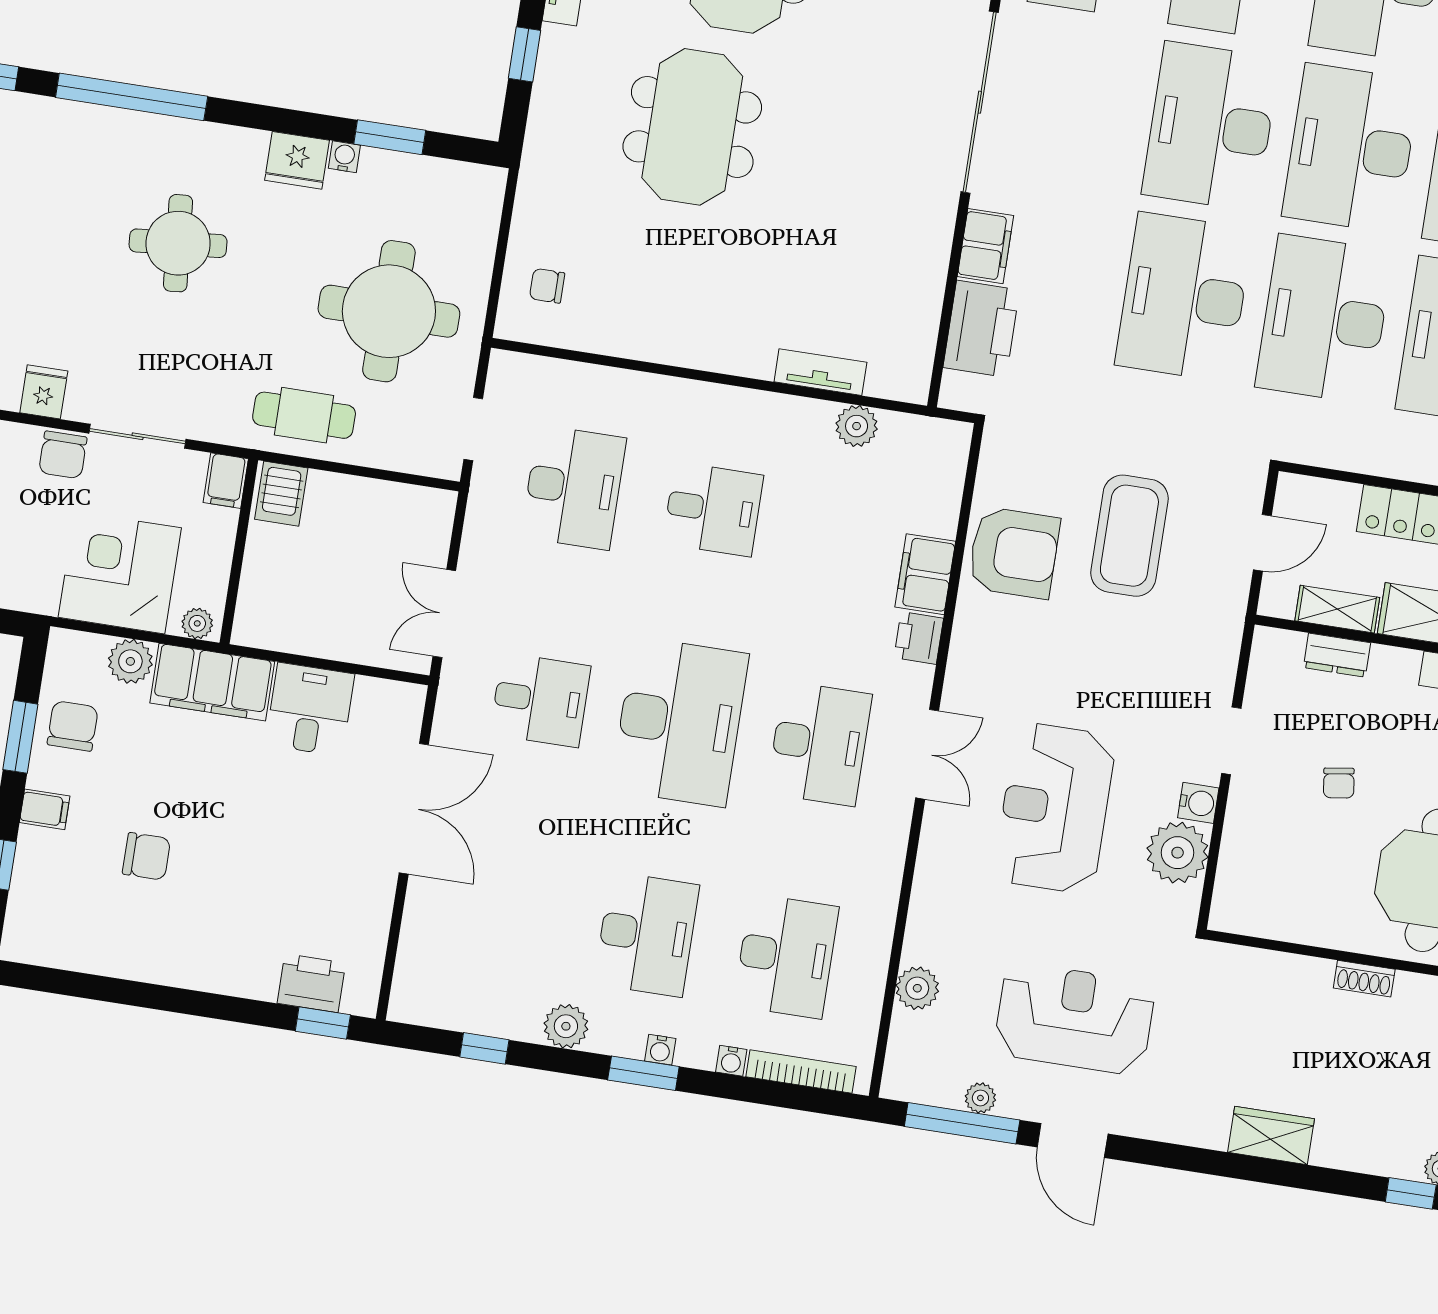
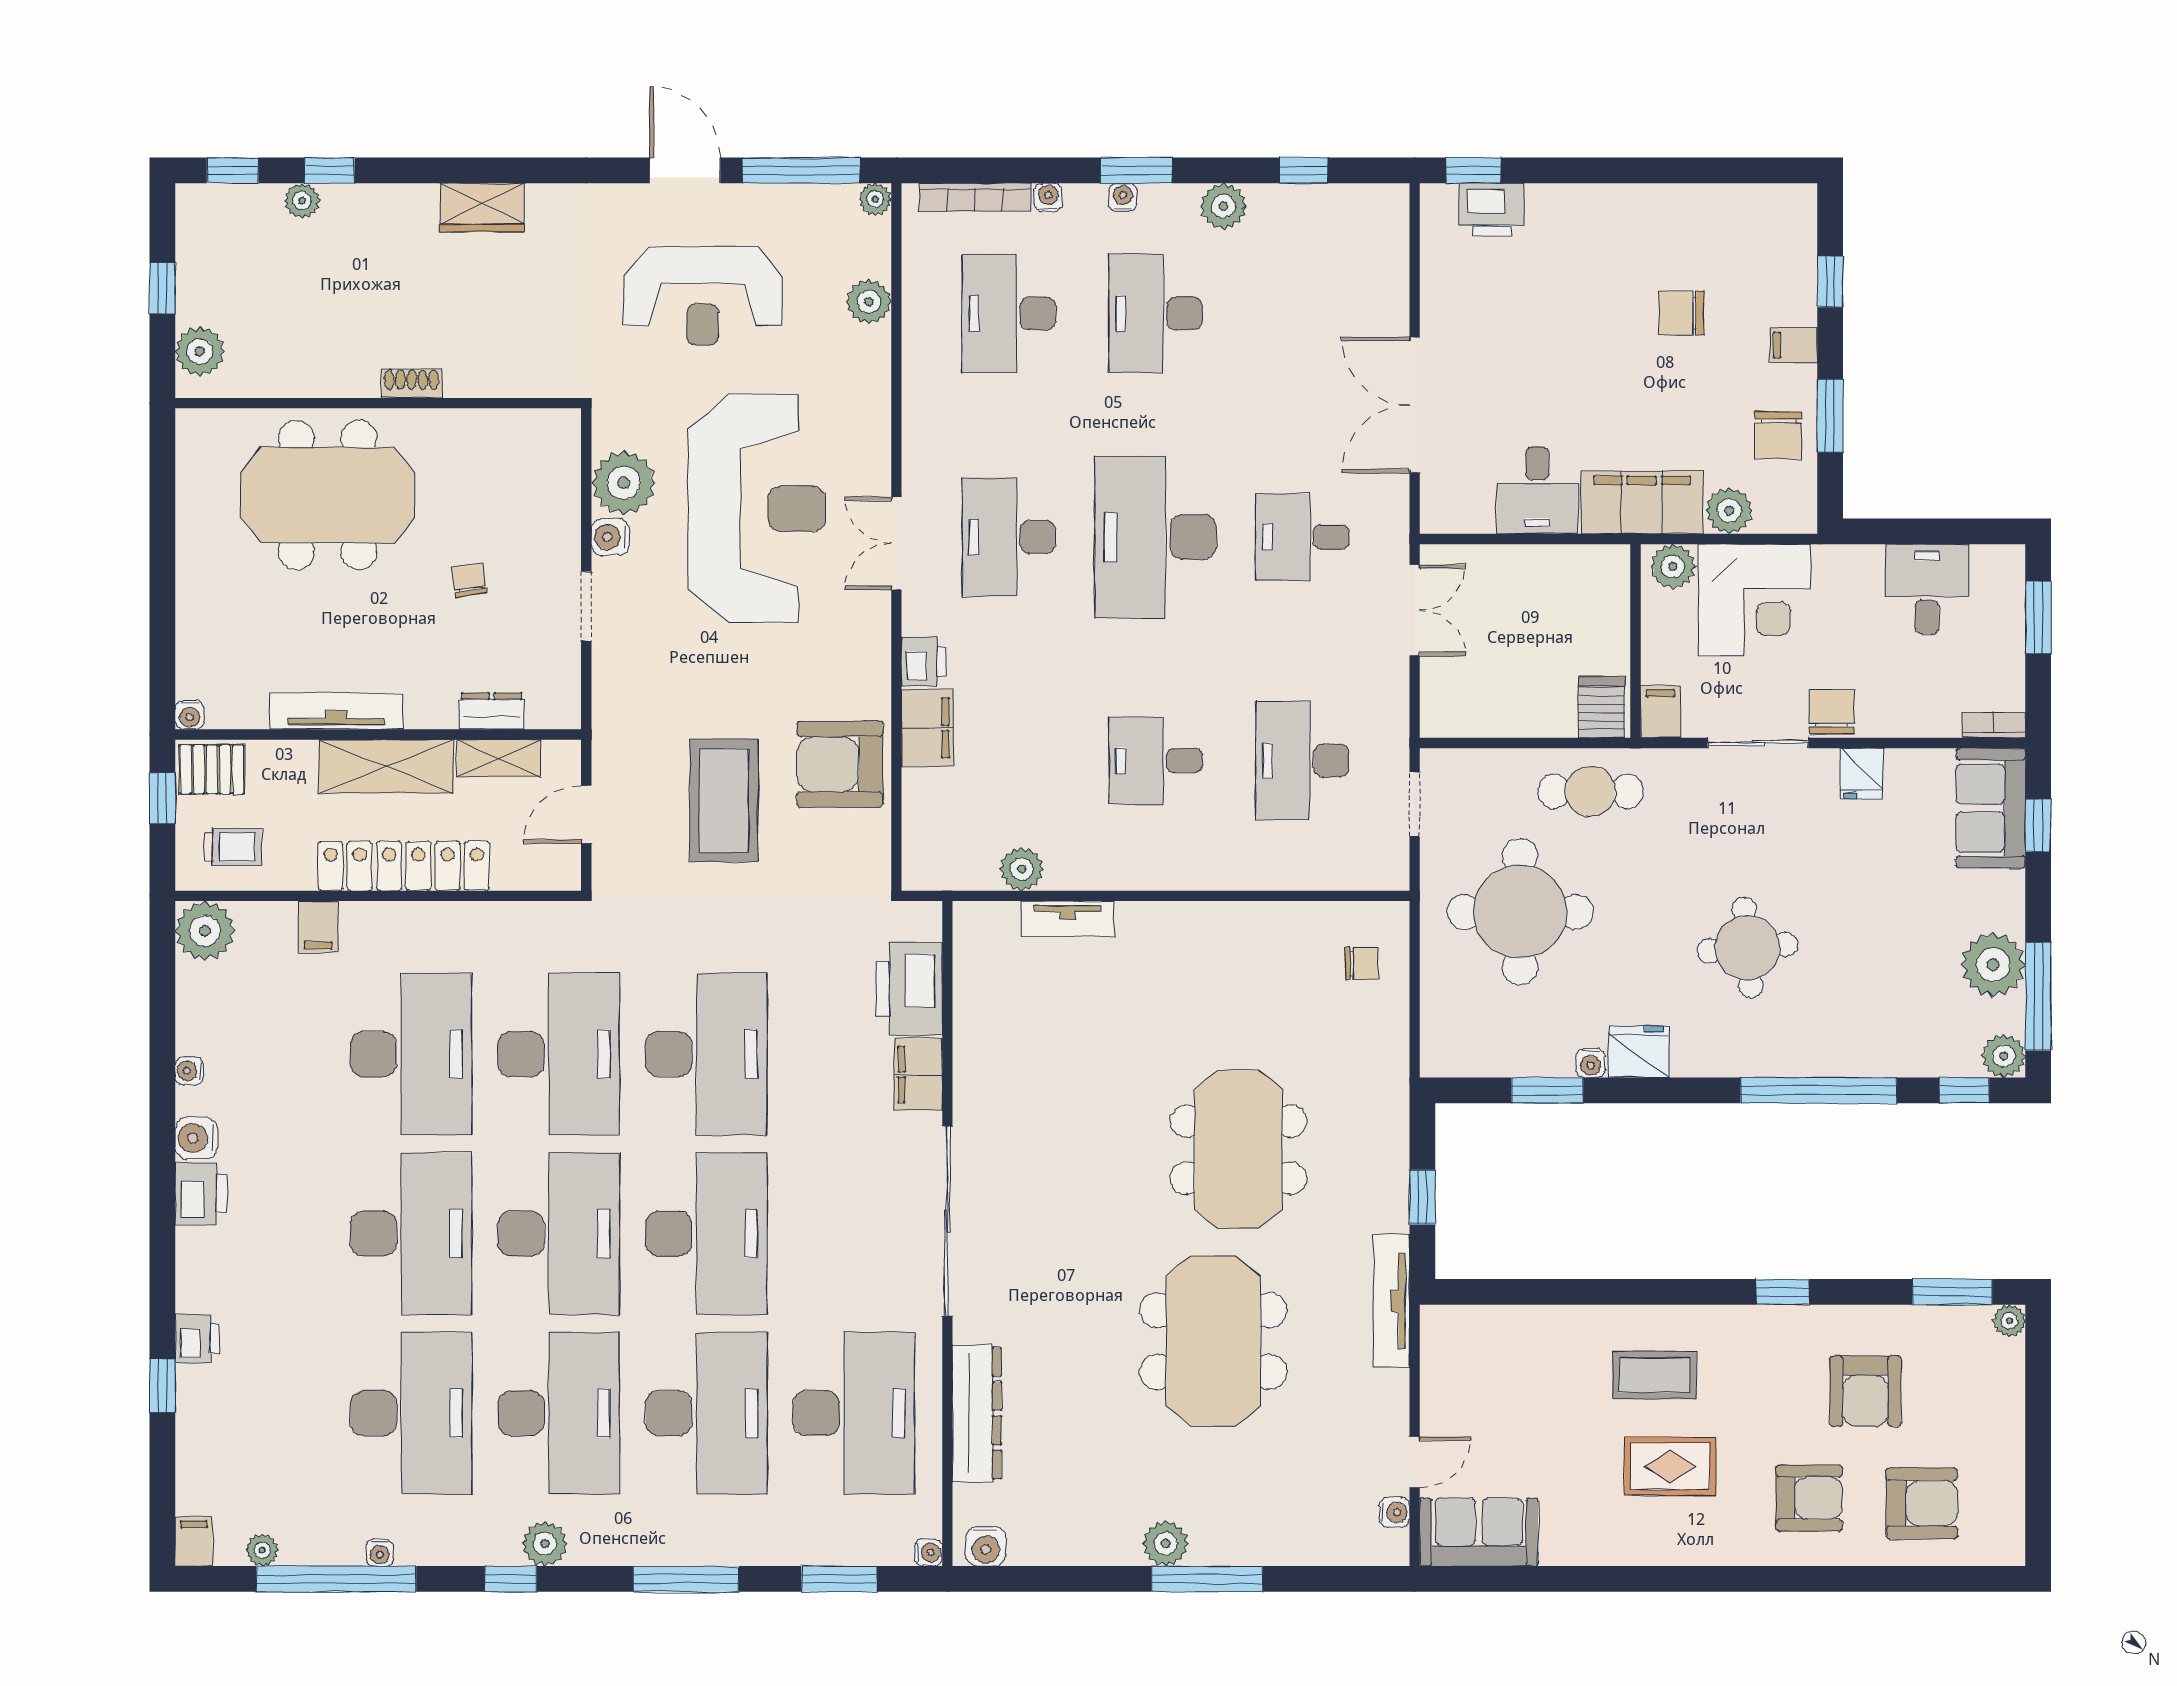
plant: (197, 623) -> (1673, 566), width x1.38, depth x1.38
reception desk: (1055, 808) -> (757, 509), width x1.36, depth x1.30
plant: (980, 1098) -> (875, 199), moved

